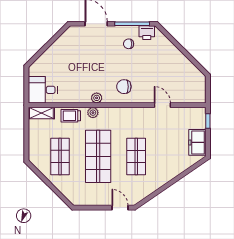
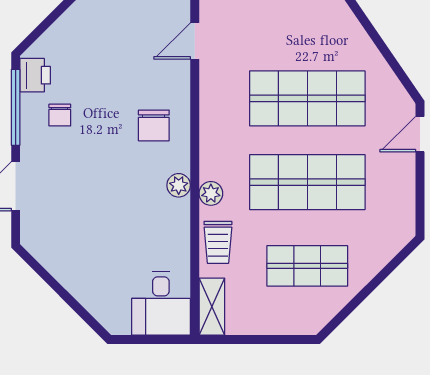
shop shelf: (136, 156) -> (307, 98), width x1.43, depth x1.36

